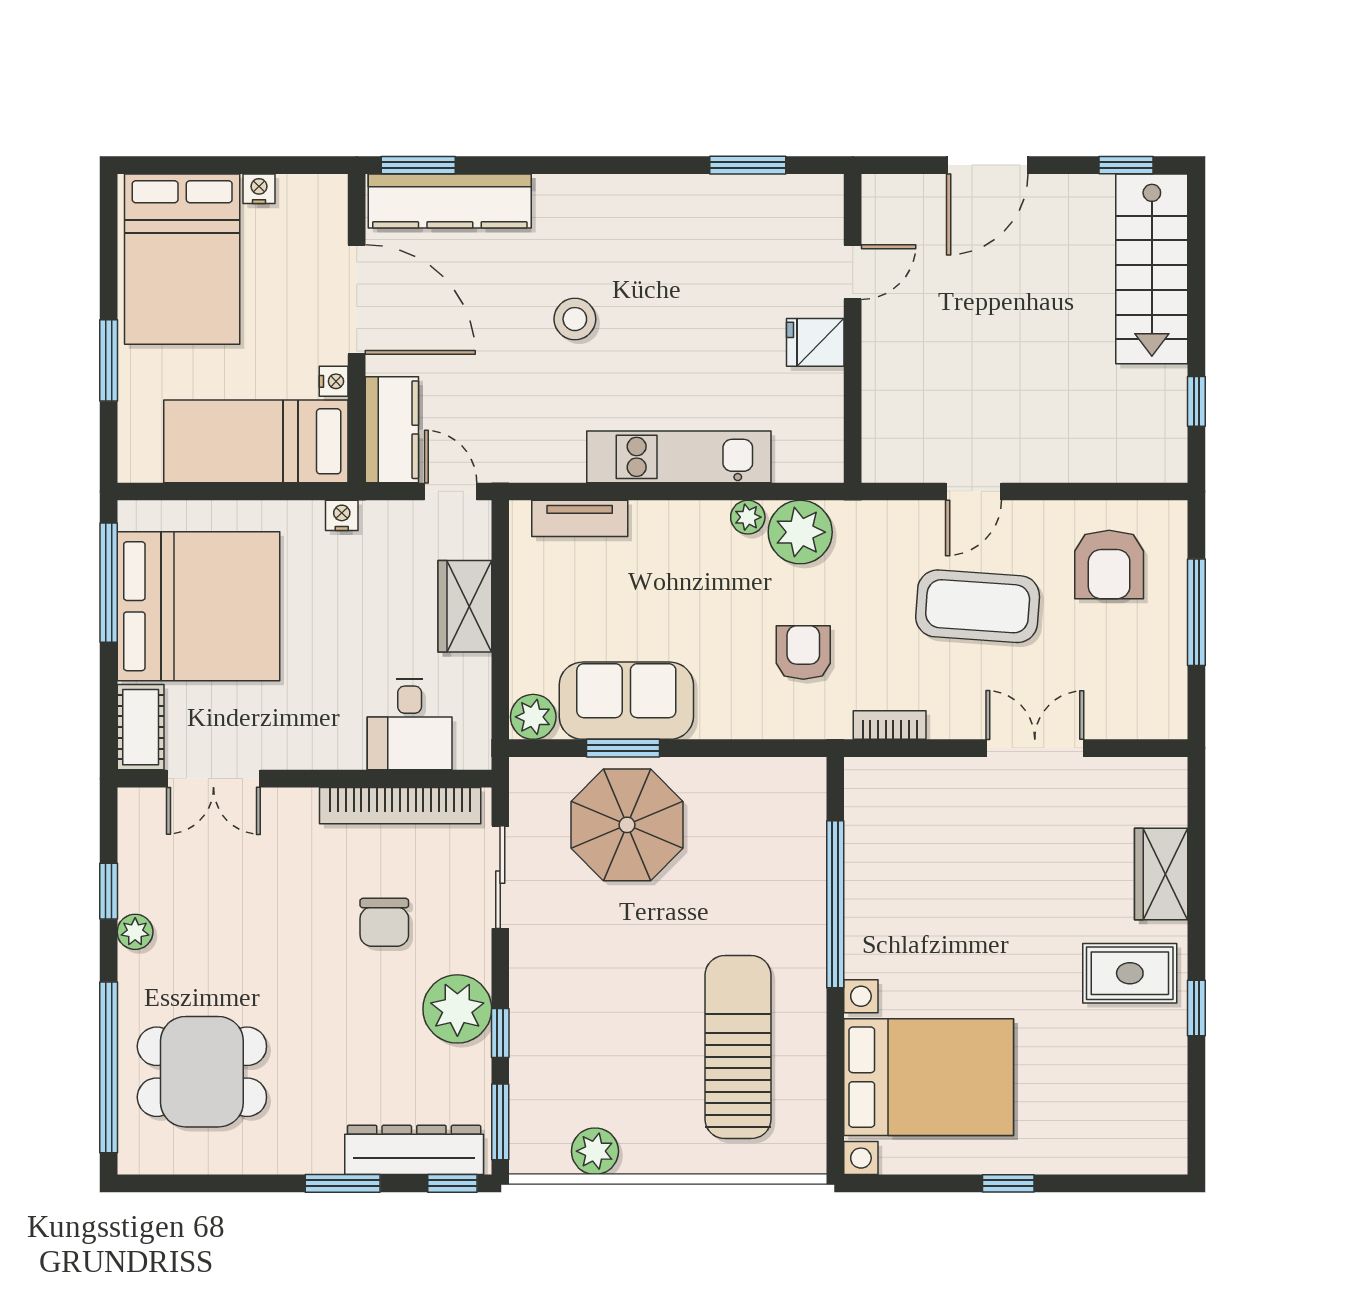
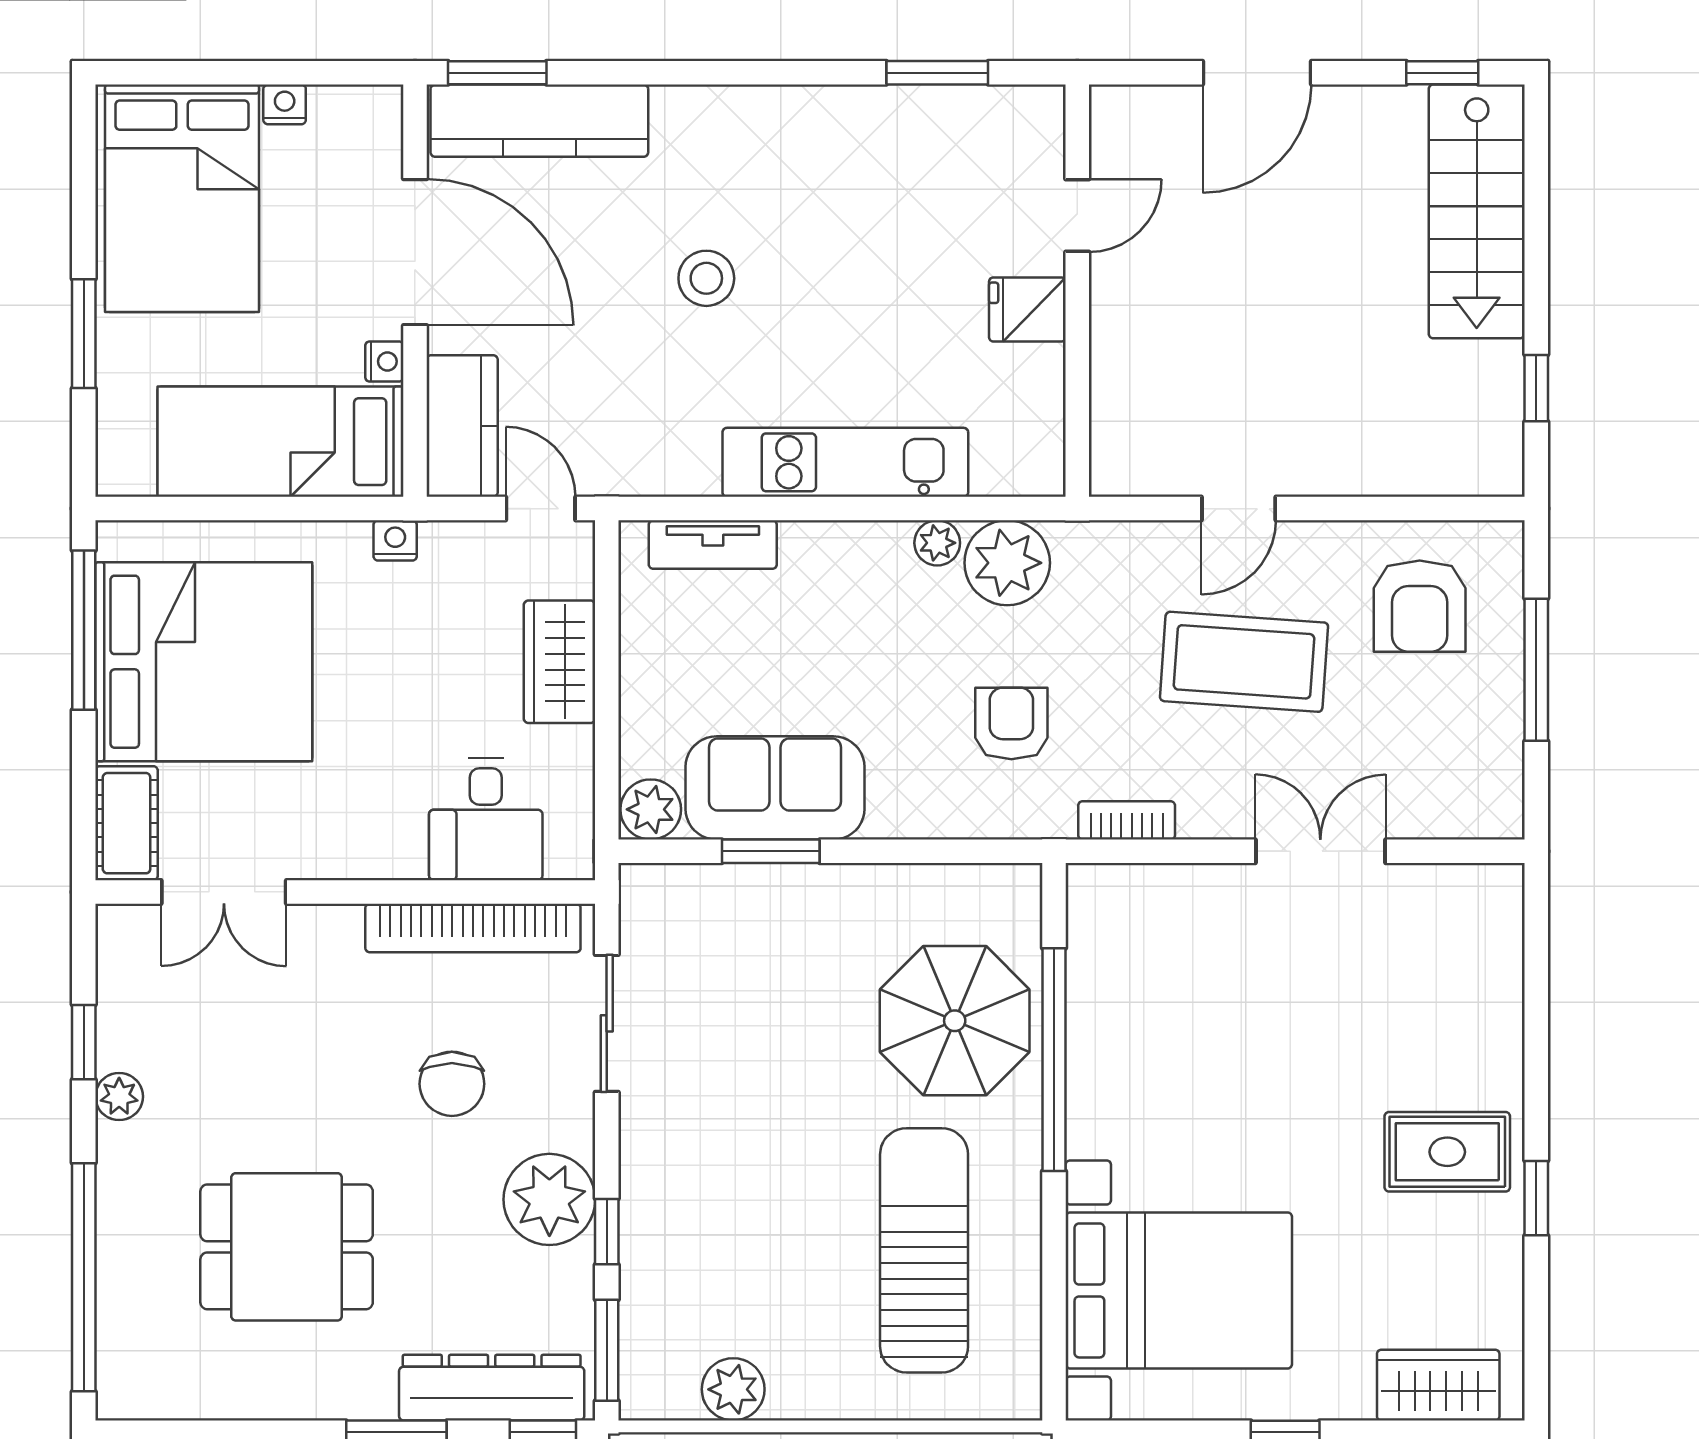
parasol: (627, 825) -> (955, 1021), moved
wardrobe: (1161, 874) -> (1438, 1385), moved, turned 90
dining table: (202, 1072) -> (287, 1247), moved

